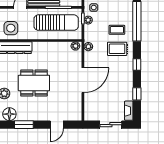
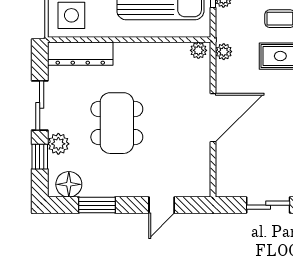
dining table: (34, 83) -> (117, 123), turned 90

